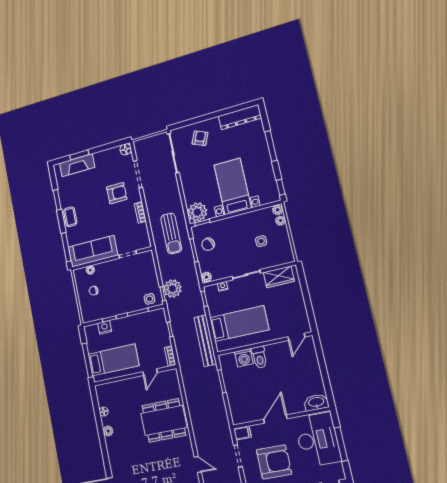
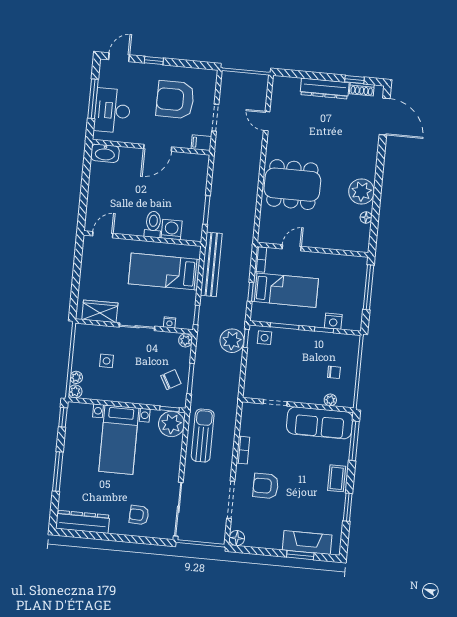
armchair: (200, 138) -> (139, 515), turned 70
sun lounger: (171, 234) -> (203, 436), moved
bed: (114, 360) -> (285, 290), moved, turned 180
plant: (108, 431) -> (361, 192), width x1.88, depth x1.88
desk: (318, 440) -> (112, 111), width x0.73, depth x0.77

